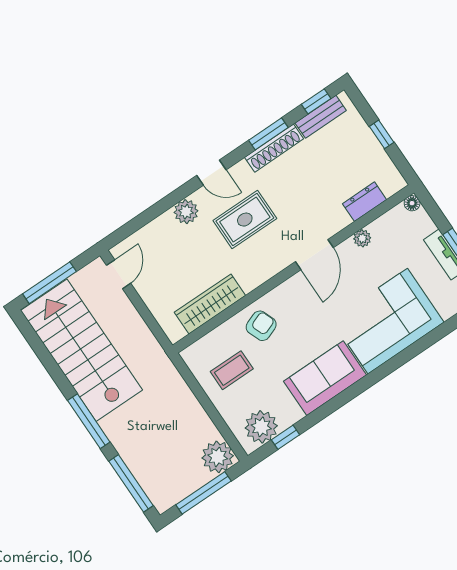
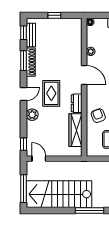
dresser: (365, 202) -> (77, 103), moved
window: (125, 231) -> (23, 144), added

